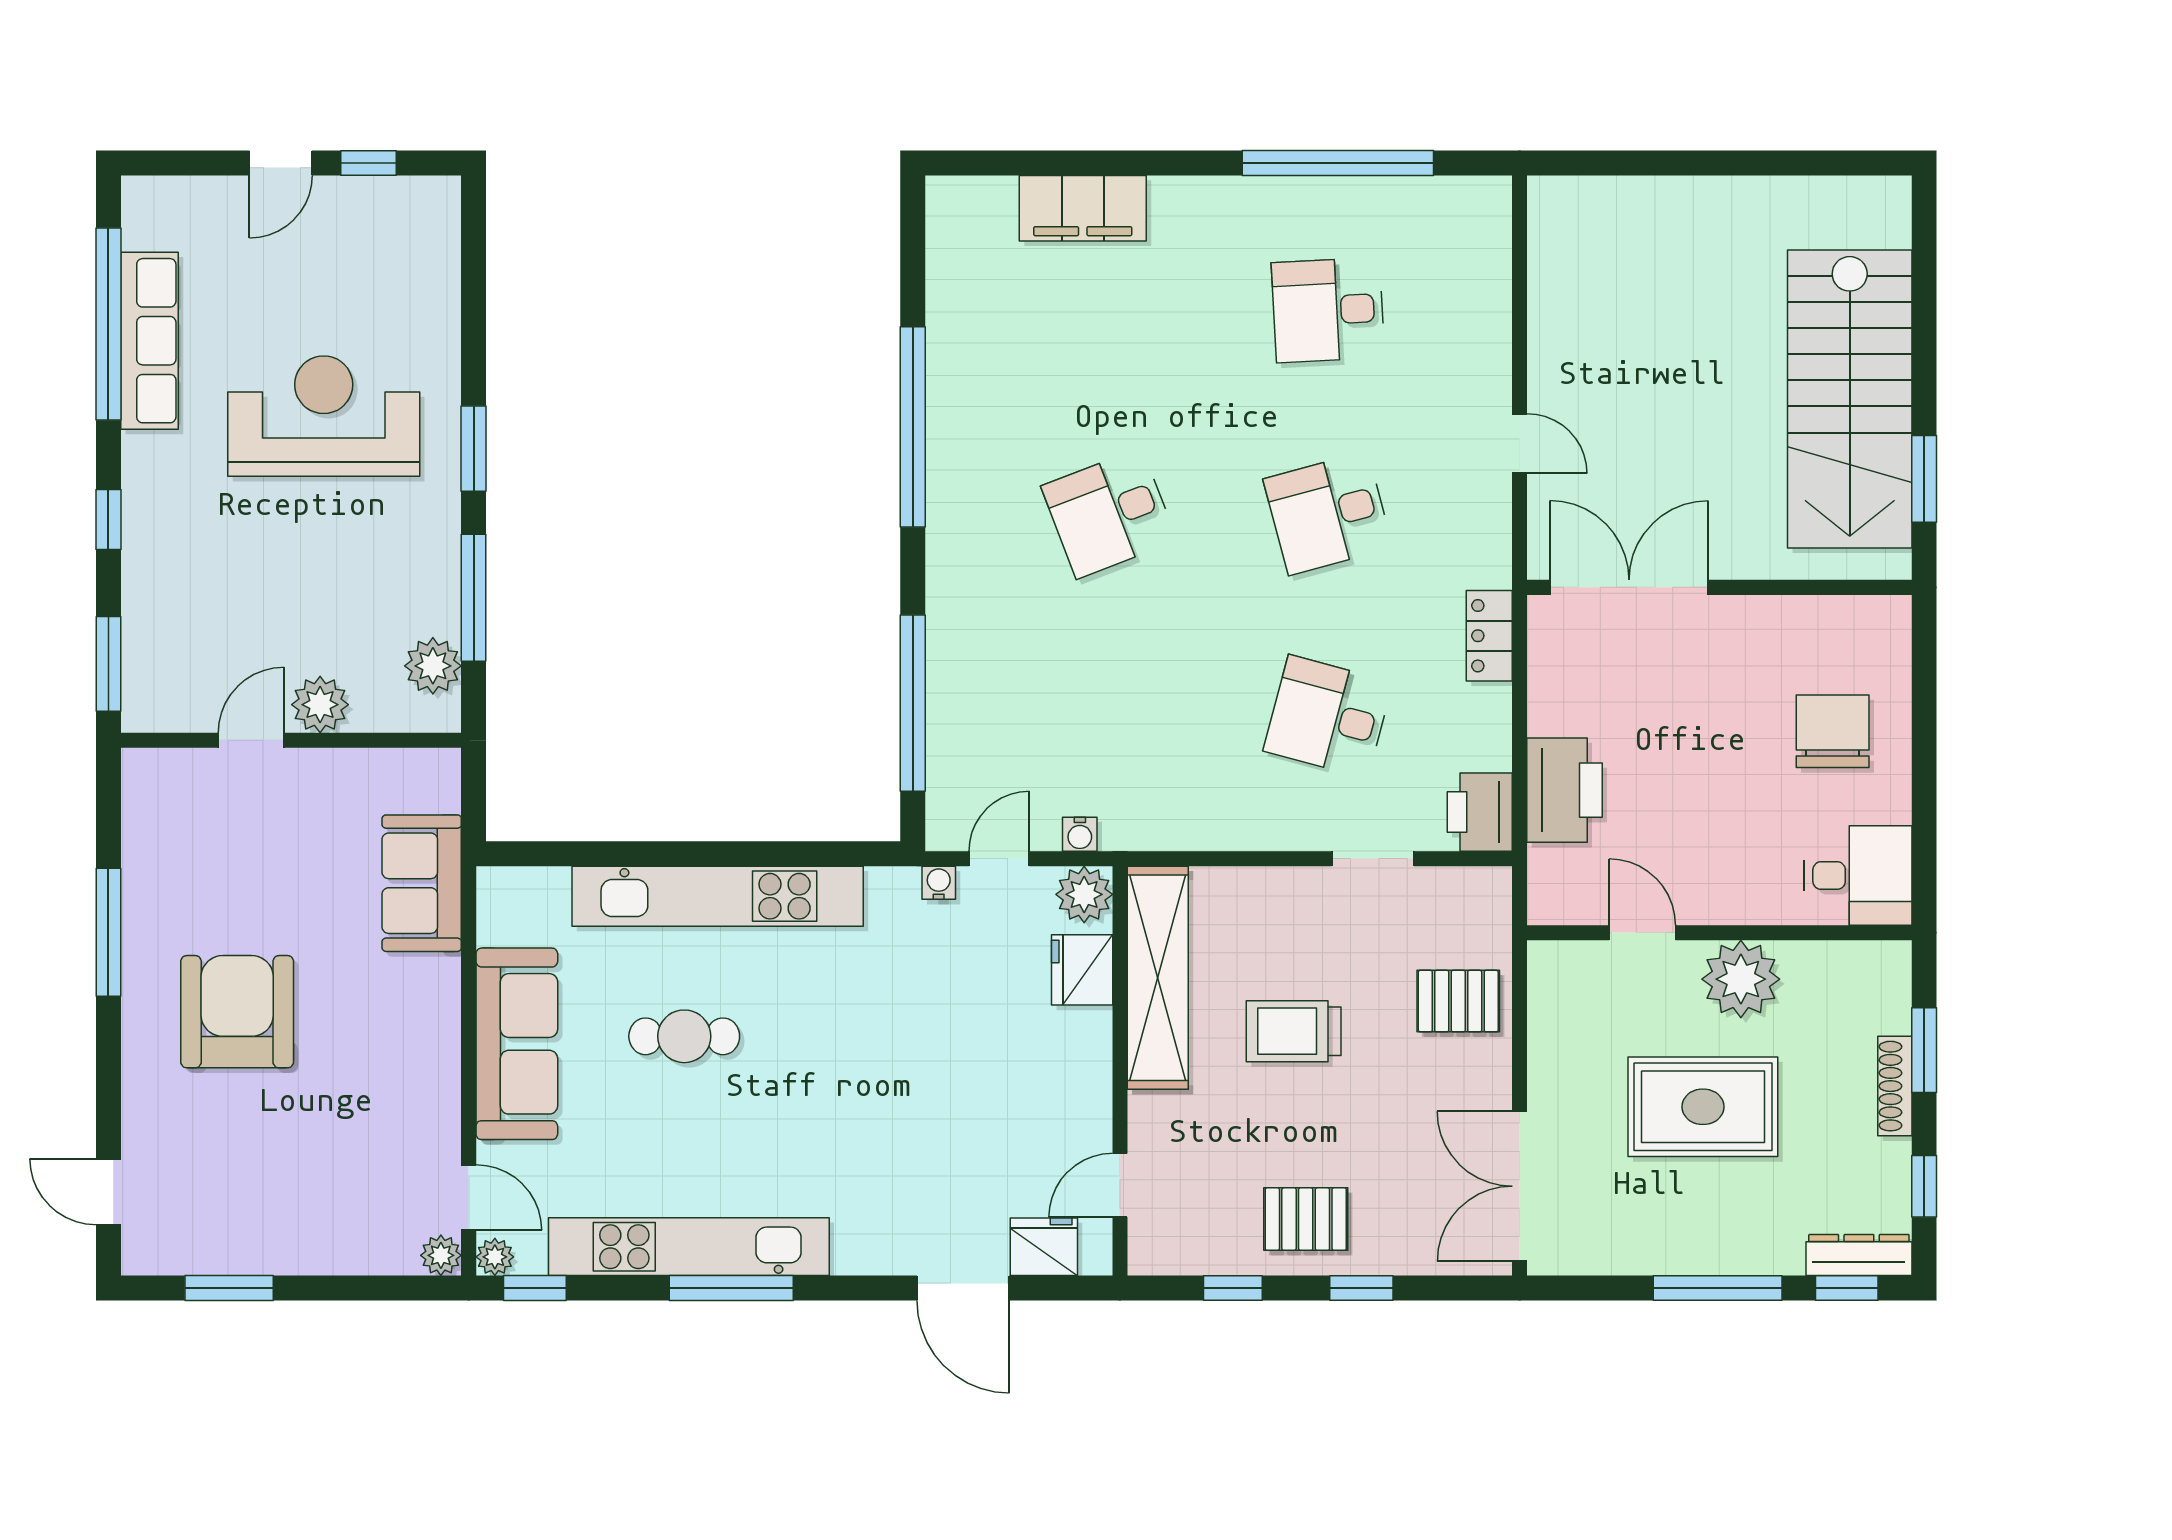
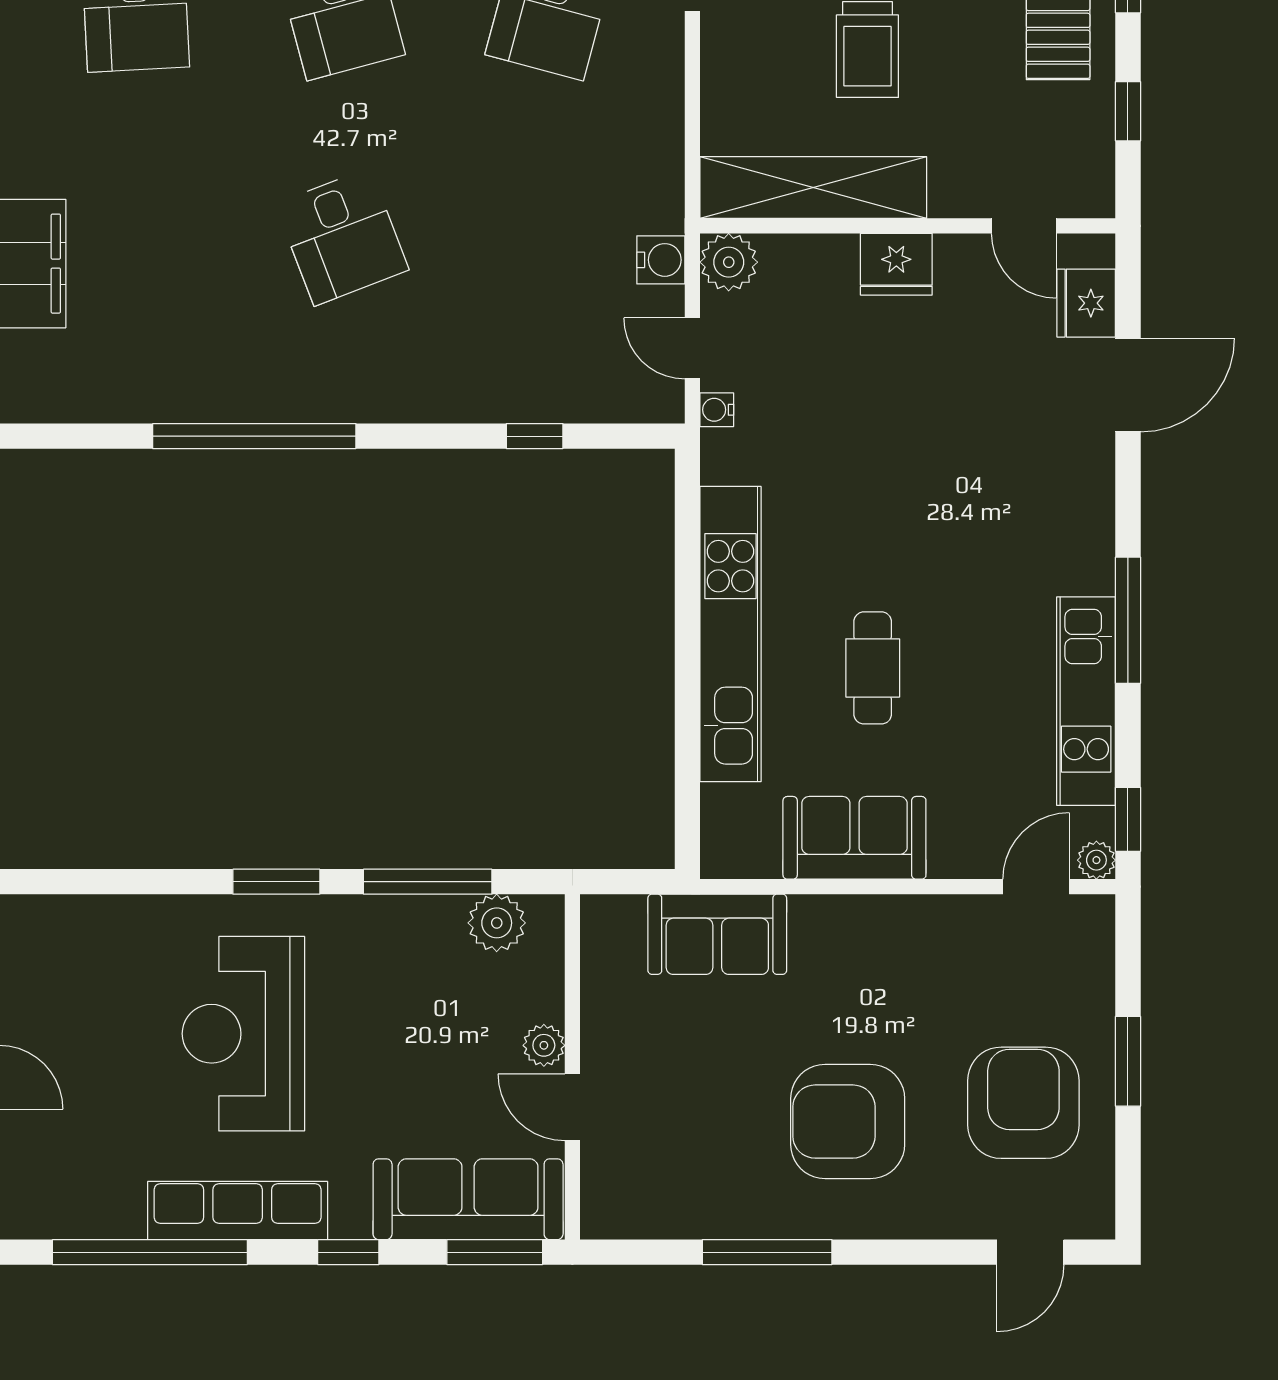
row of seats: (149, 341) -> (238, 1210), moved
sofa: (161, 638) -> (468, 1199), added
window: (913, 703) -> (535, 436), width x0.32
plant: (320, 705) -> (544, 1045), width x0.73, depth x0.73
water cooler: (1080, 834) -> (661, 260), width x1.38, depth x1.38
fridge: (1082, 970) -> (896, 264), moved
sofa: (517, 1044) -> (854, 838), width x0.73
armchair: (256, 1185) -> (1023, 1103), added
kitchen unit: (689, 1247) -> (1086, 701), width x0.73
plant: (441, 1255) -> (1095, 915), removed
window: (229, 1288) -> (1128, 1061), moved

